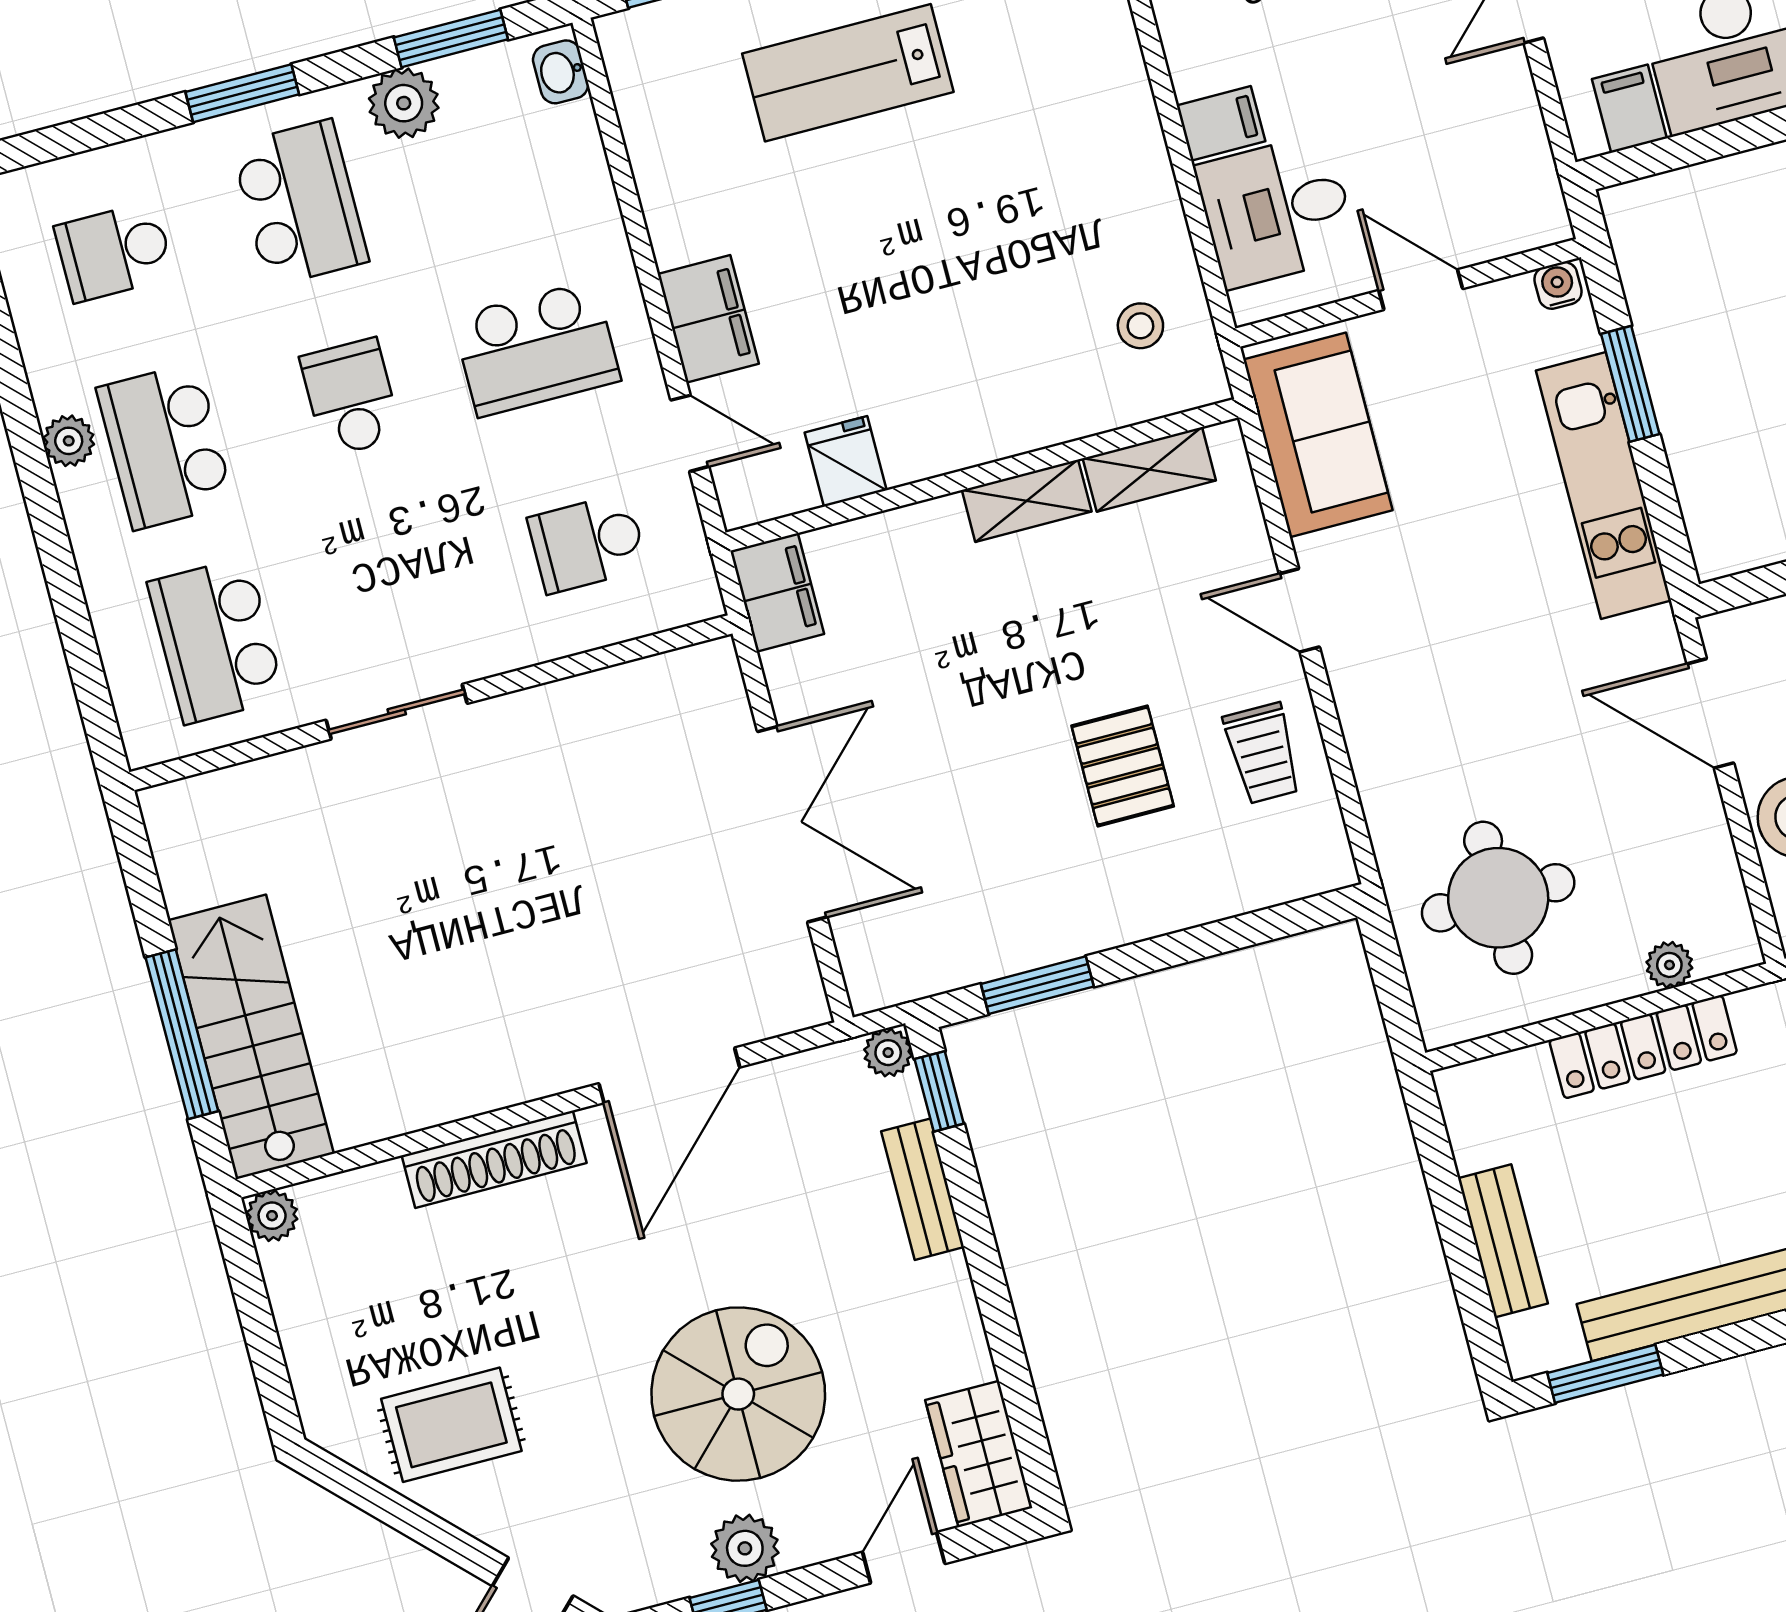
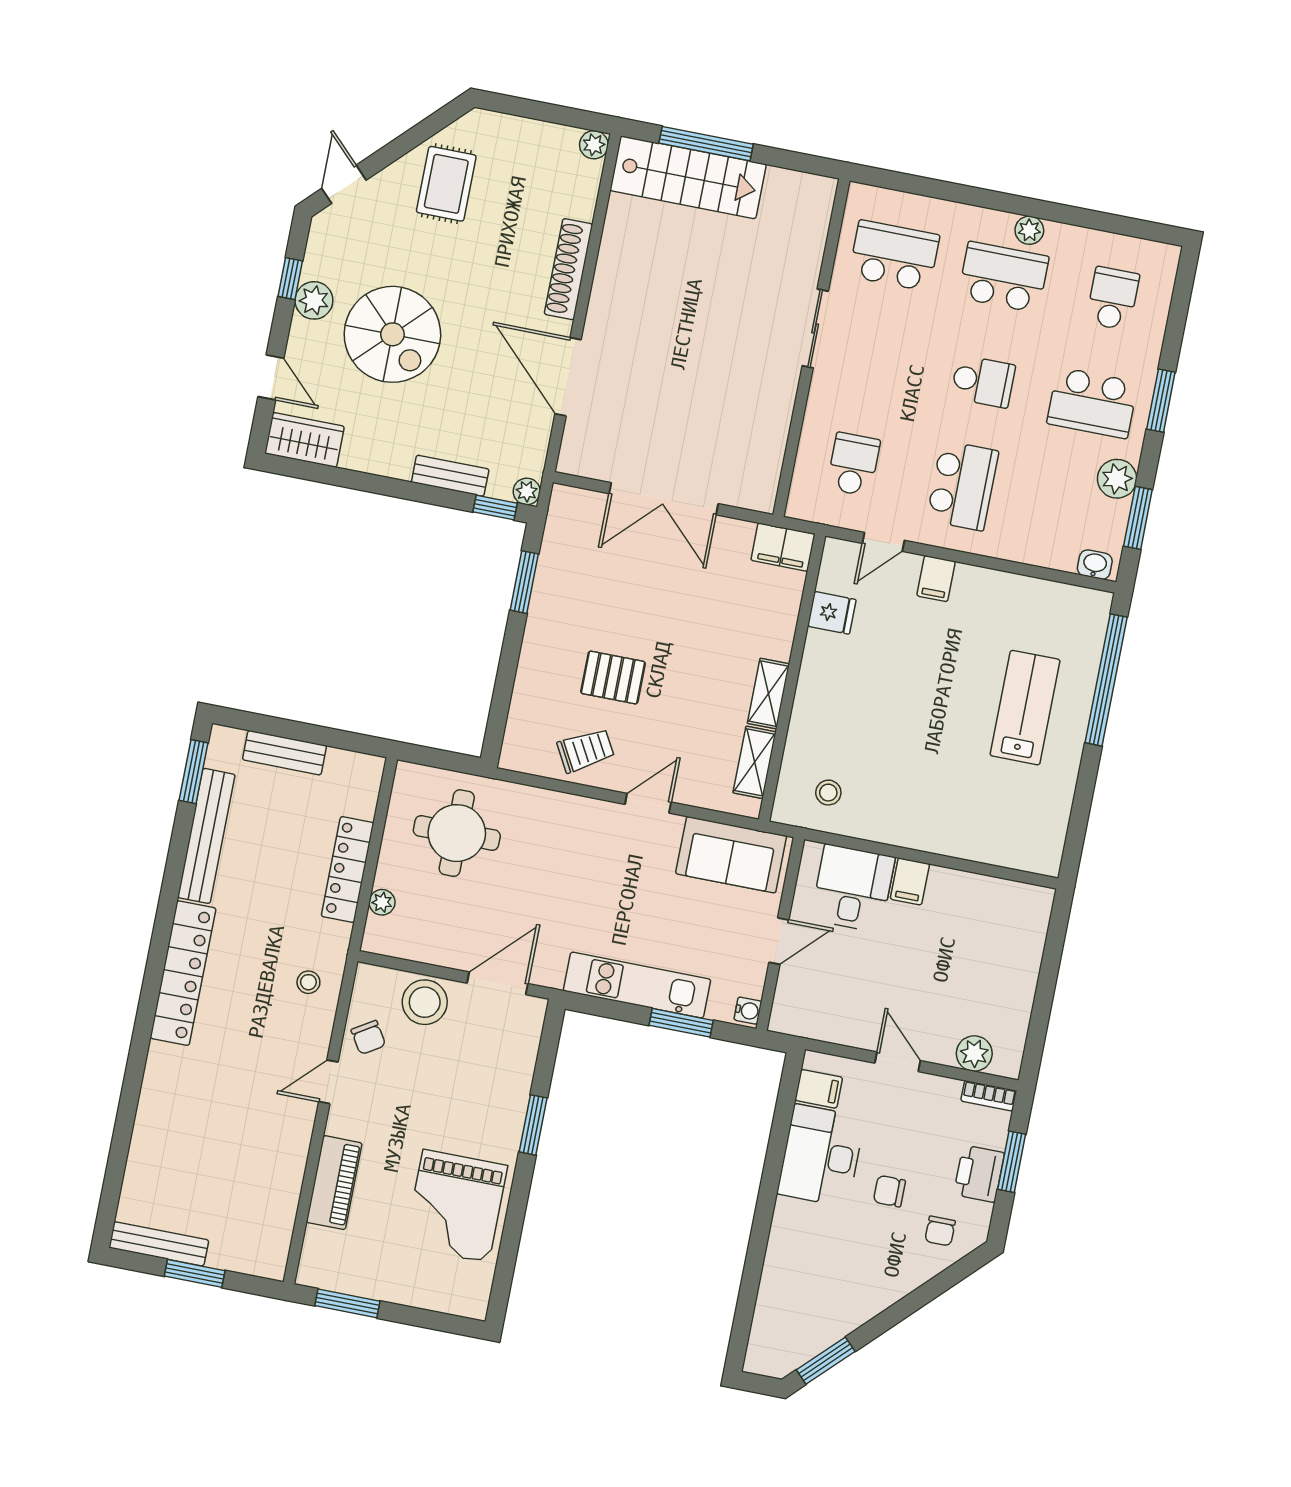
filing cabinet: (708, 319) -> (936, 579), width x0.50
school desk: (536, 349) -> (963, 486), turned 180
trolley: (1263, 753) -> (586, 750), turned 151

